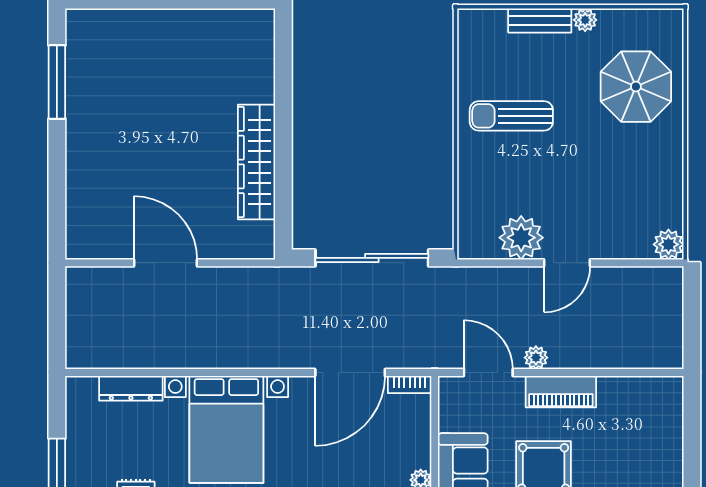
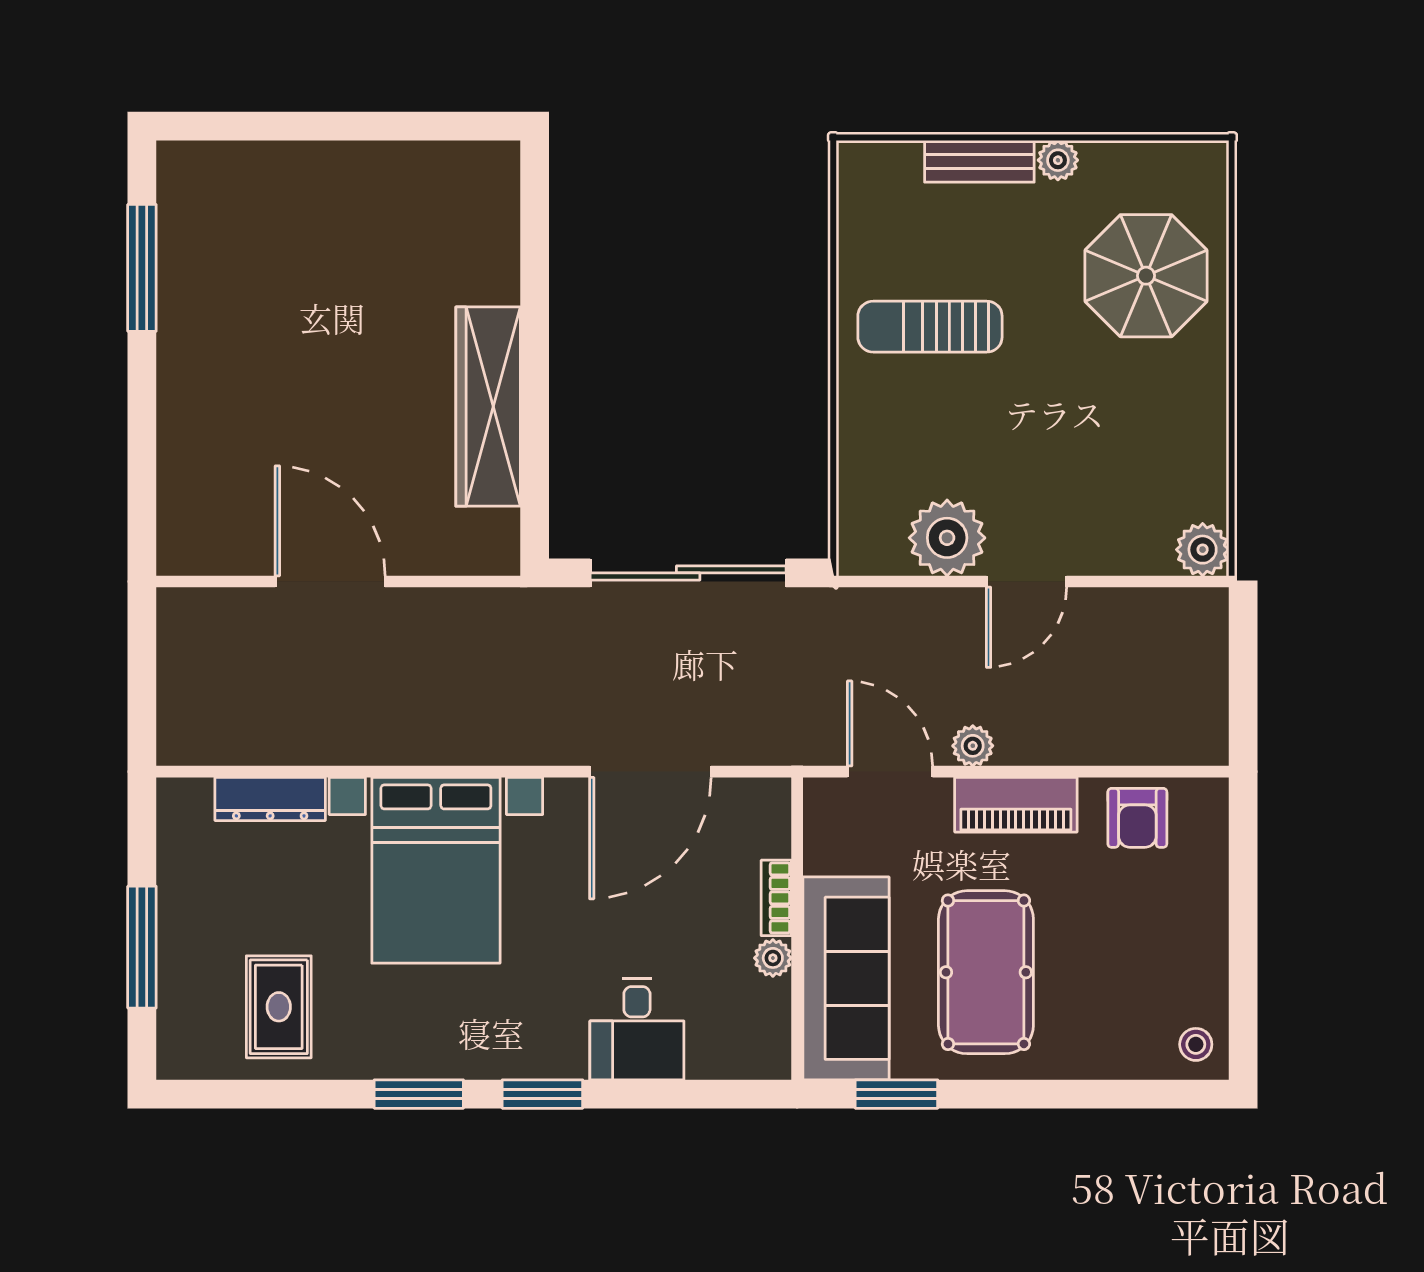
bookcase: (410, 385) -> (776, 898), moved, turned 90
armchair: (631, 399) -> (1137, 818), added

